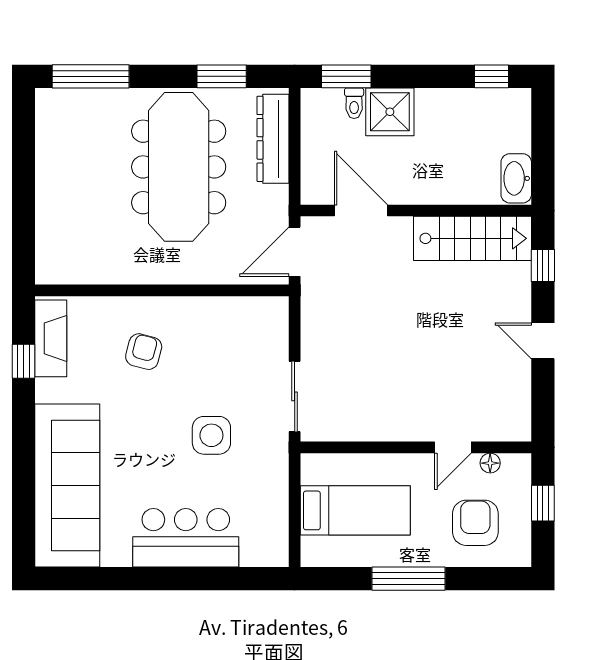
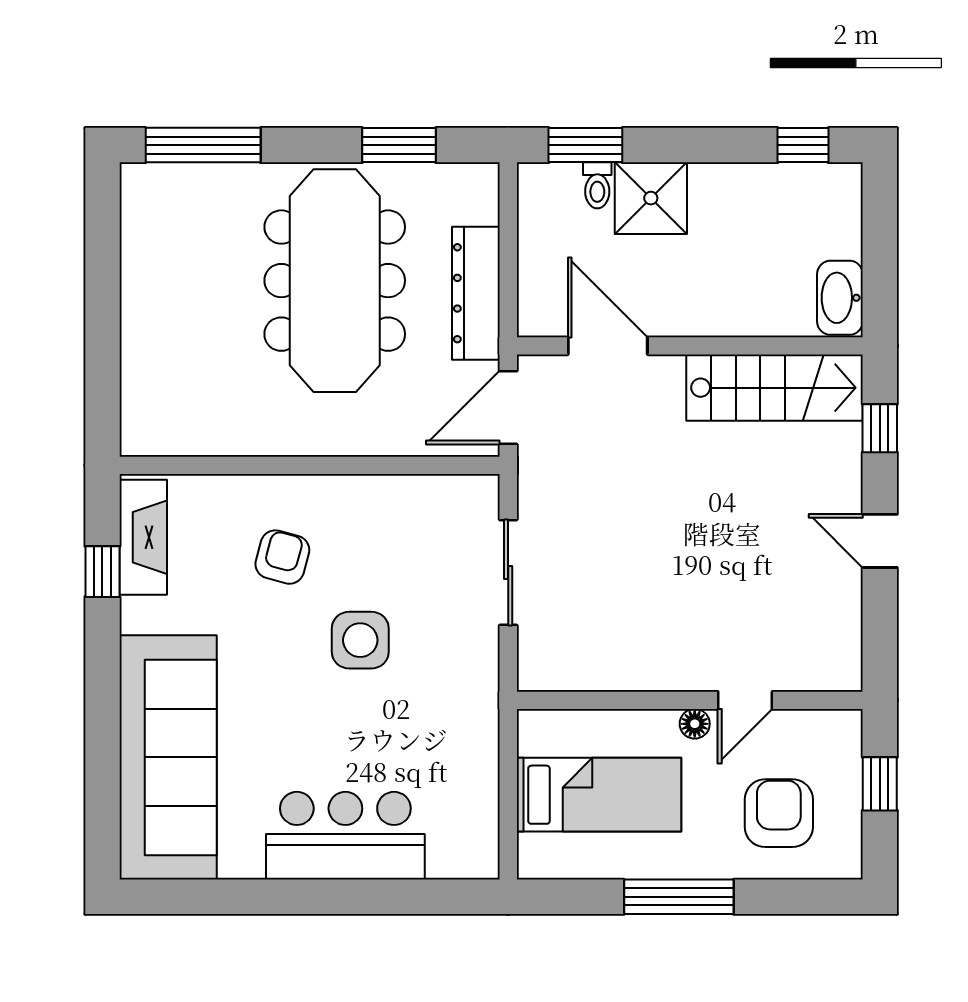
dresser: (273, 139) -> (476, 293), moved
sliding door: (295, 396) -> (508, 573), moved
side table: (211, 435) -> (360, 640), moved
floor lamp: (490, 463) -> (695, 724), moved

